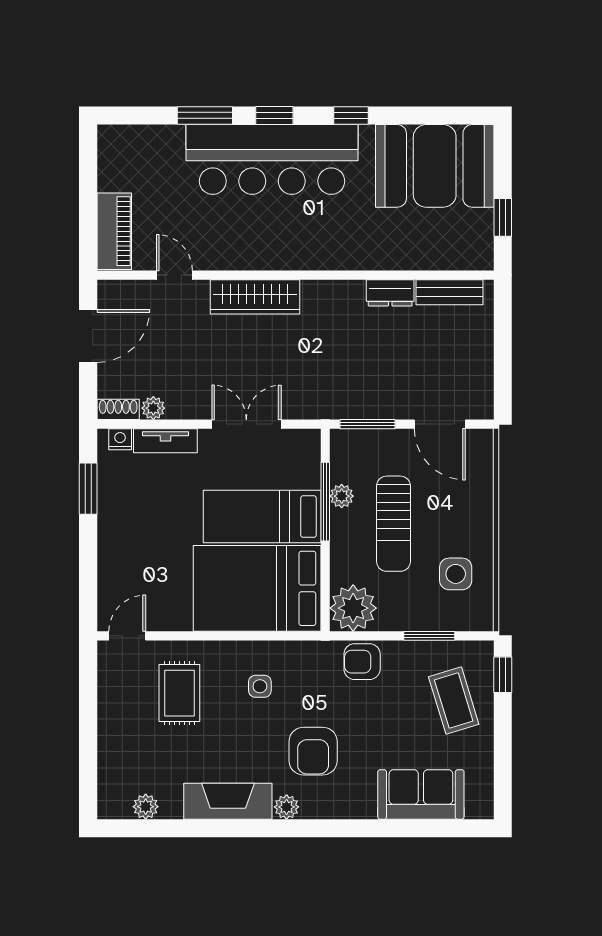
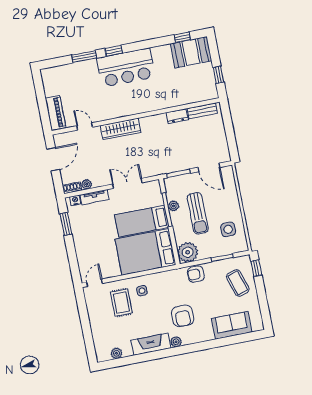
window: (351, 115) -> (182, 37), moved
bar counter: (272, 159) -> (126, 68), width x0.73
booth: (435, 166) -> (191, 52), width x0.73, depth x0.70
side table: (260, 686) -> (142, 291), moved

